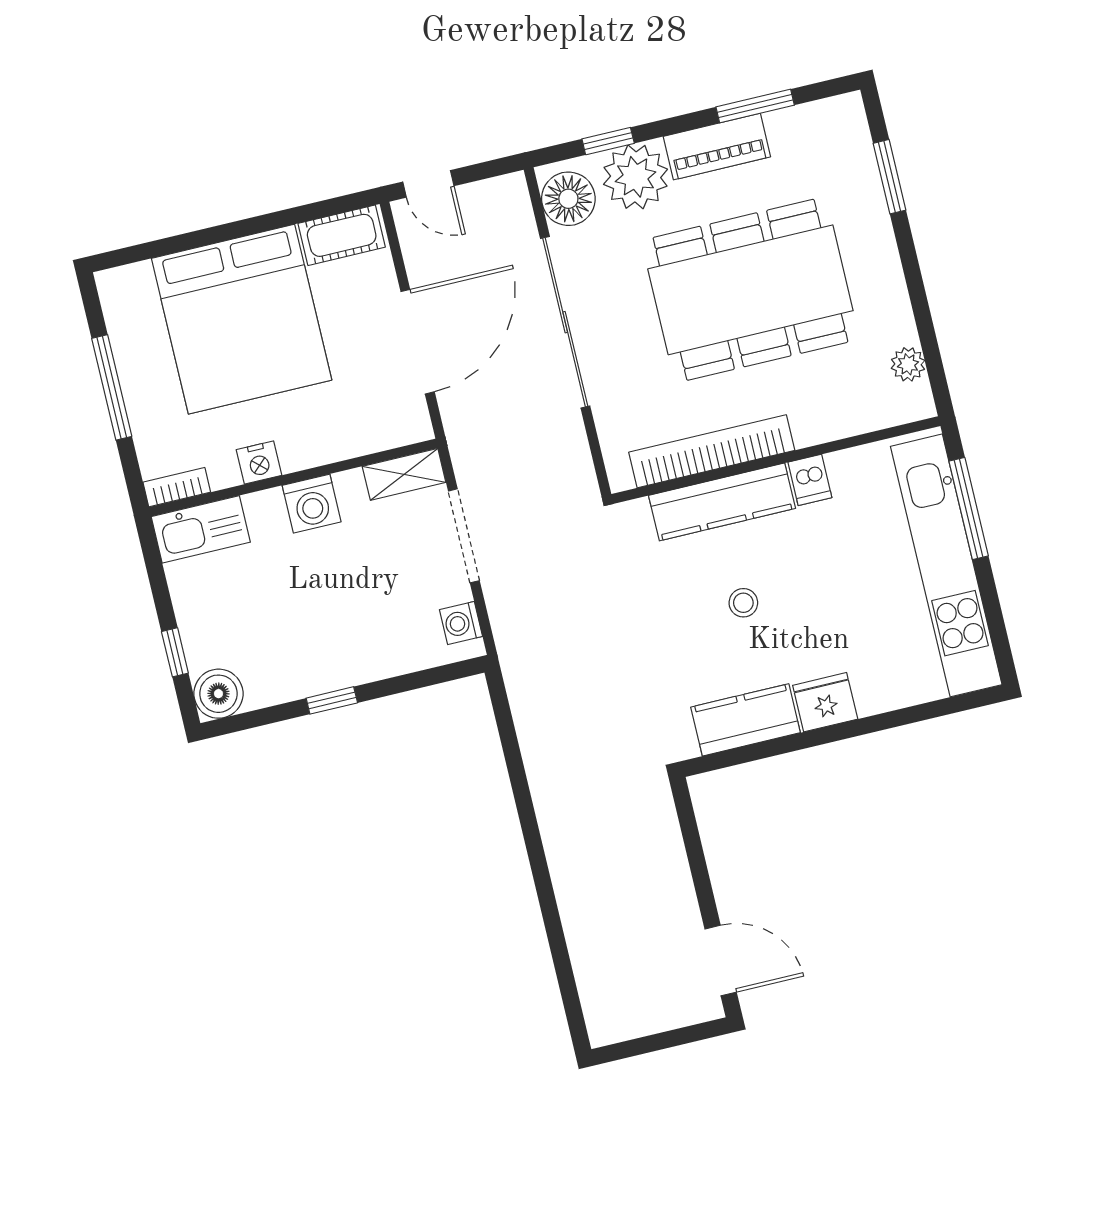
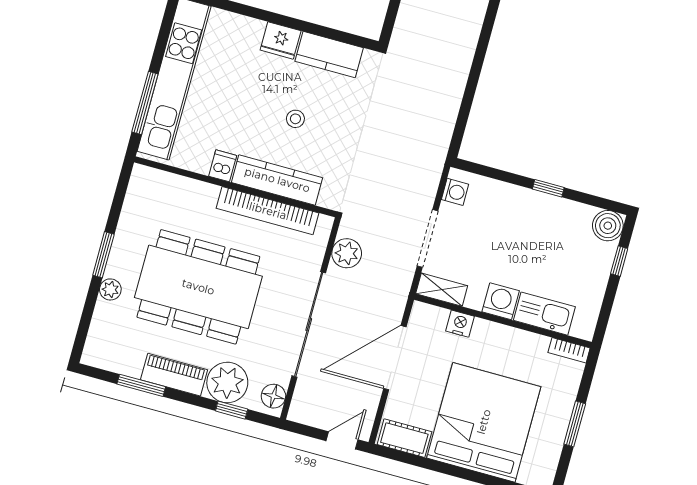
window: (890, 177) -> (103, 255), moved
door: (428, 184) -> (342, 440), hinge flipped
floor lamp: (568, 199) -> (273, 396), width x0.73, depth x0.73
plant: (908, 364) -> (110, 289), moved
window: (112, 387) -> (575, 424), width x0.69
plant: (567, 452) -> (347, 253), added
nightstand: (259, 463) -> (460, 324), moved
kitchen sink: (201, 529) -> (544, 314), moved

